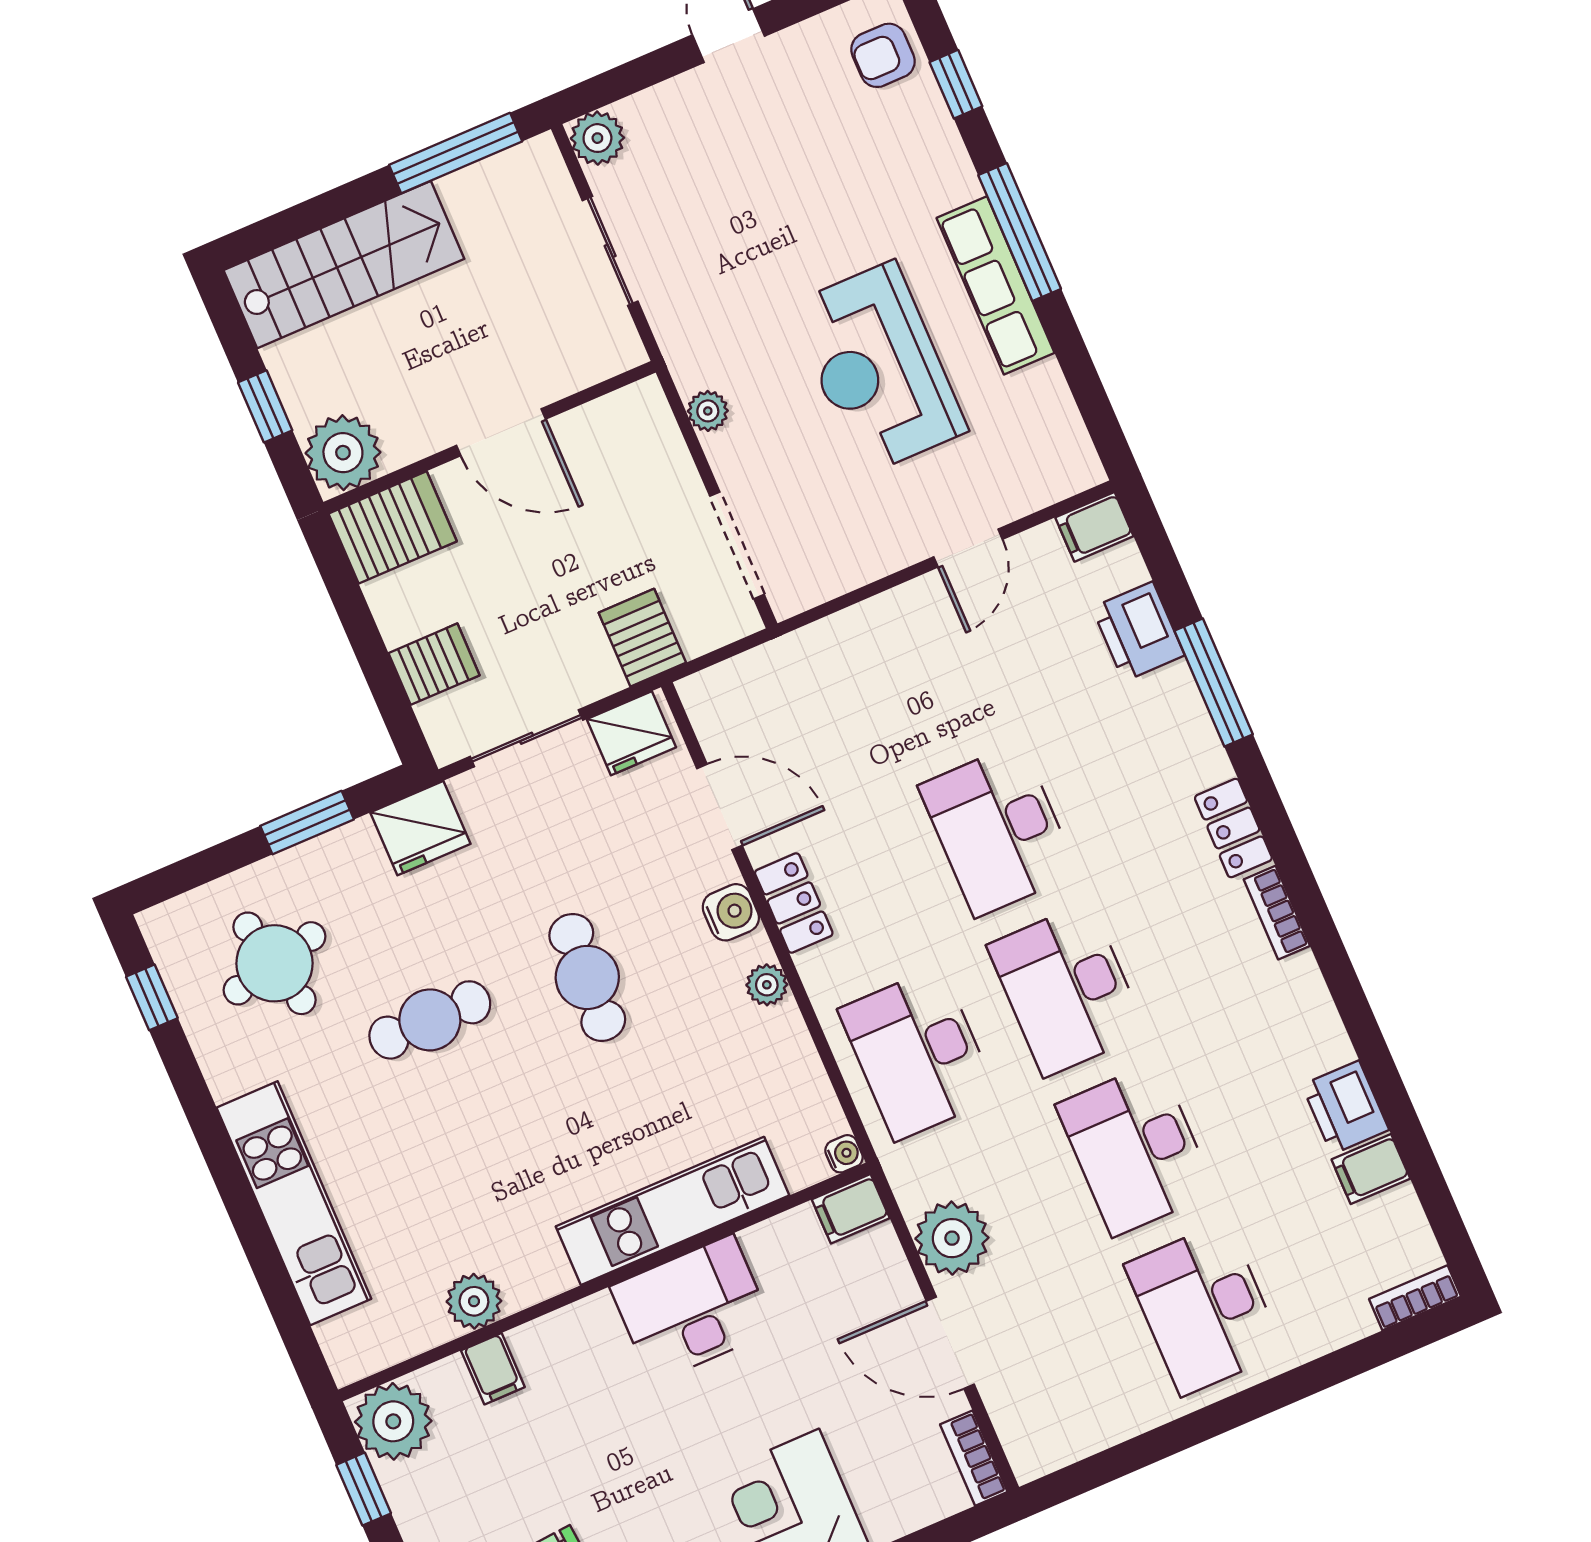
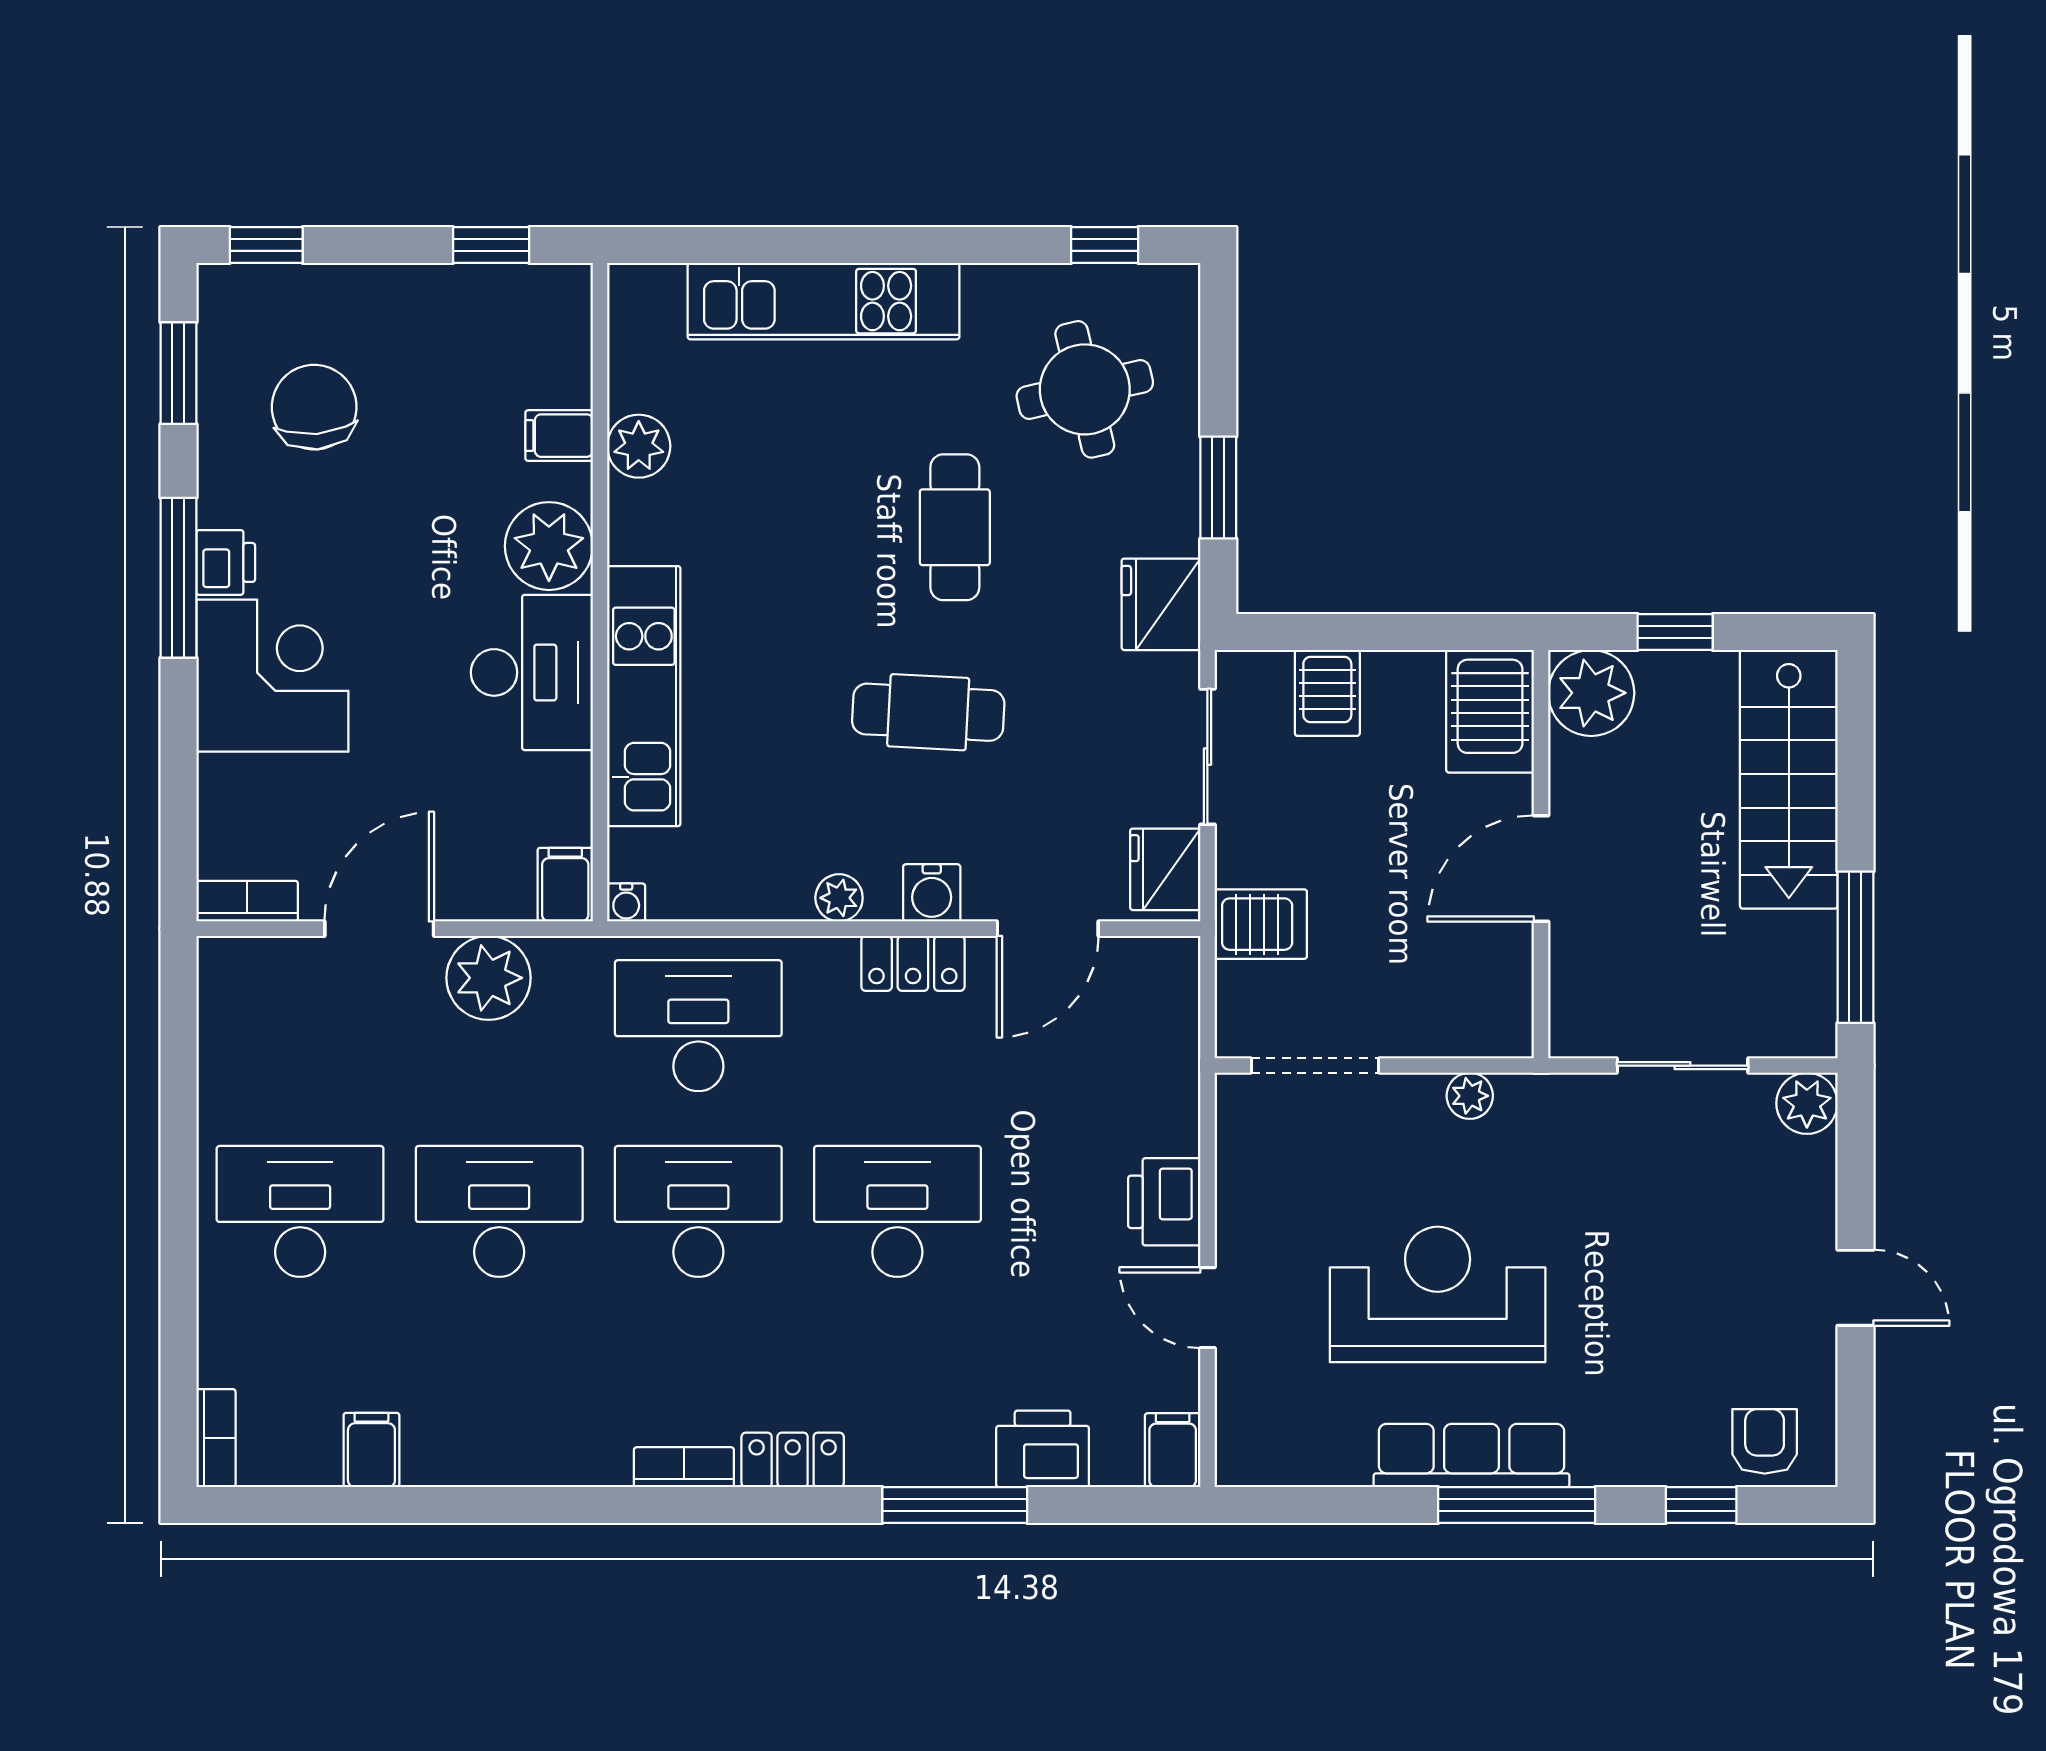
printer: (1345, 1107) -> (1164, 1202), moved, turned -90
plant: (393, 1421) -> (549, 546), moved

